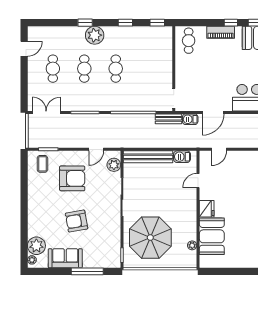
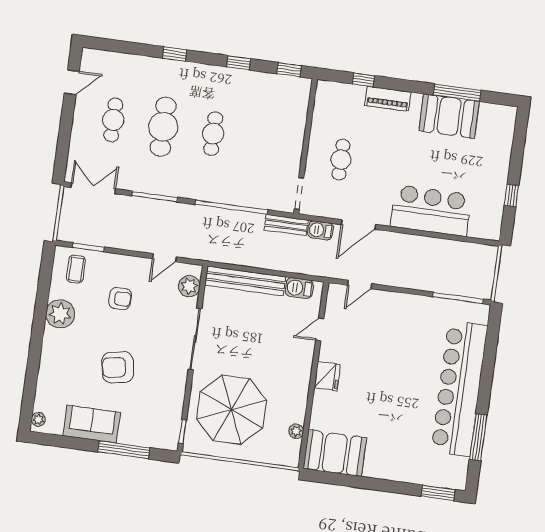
window: (231, 23) -> (363, 80), moved
plant: (95, 35) -> (187, 76), removed
cafe table: (189, 41) -> (341, 160), moved
cafe table: (84, 69) -> (163, 127), width x1.37, depth x1.35
armchair: (72, 178) -> (120, 299), width x0.53, depth x0.53
booth: (212, 236) -> (335, 453), moved, turned 90
plant: (36, 246) -> (60, 314), moved

